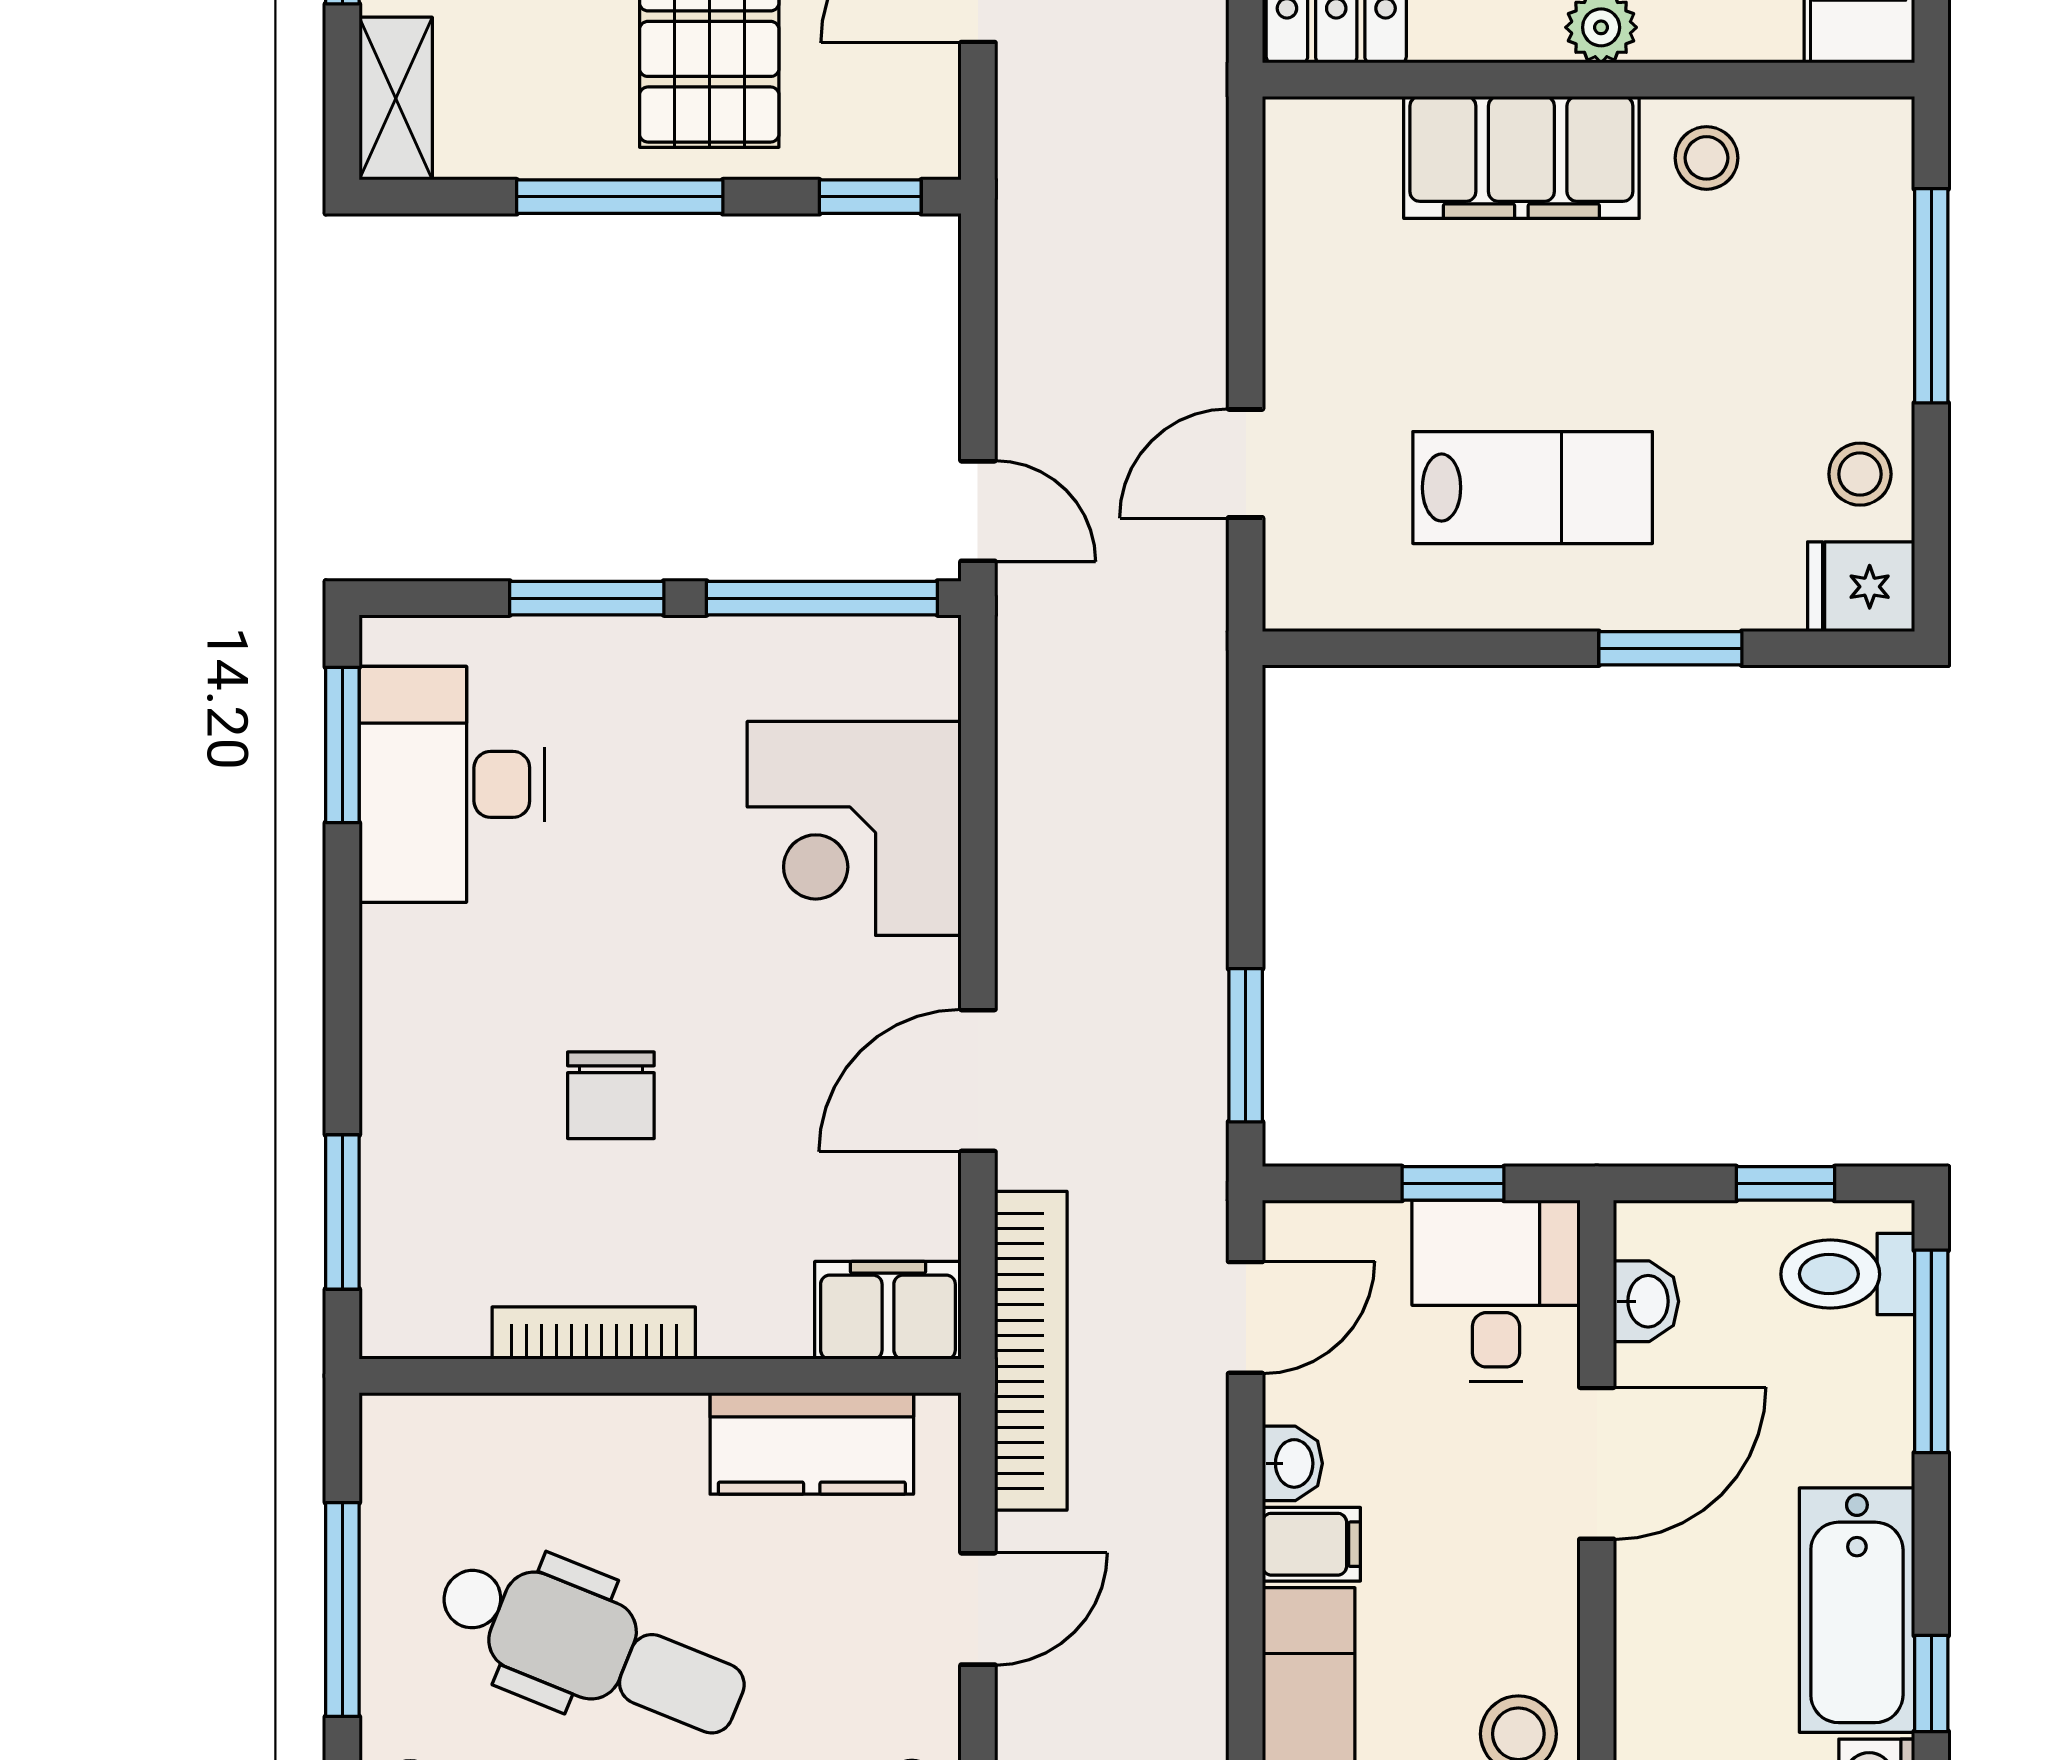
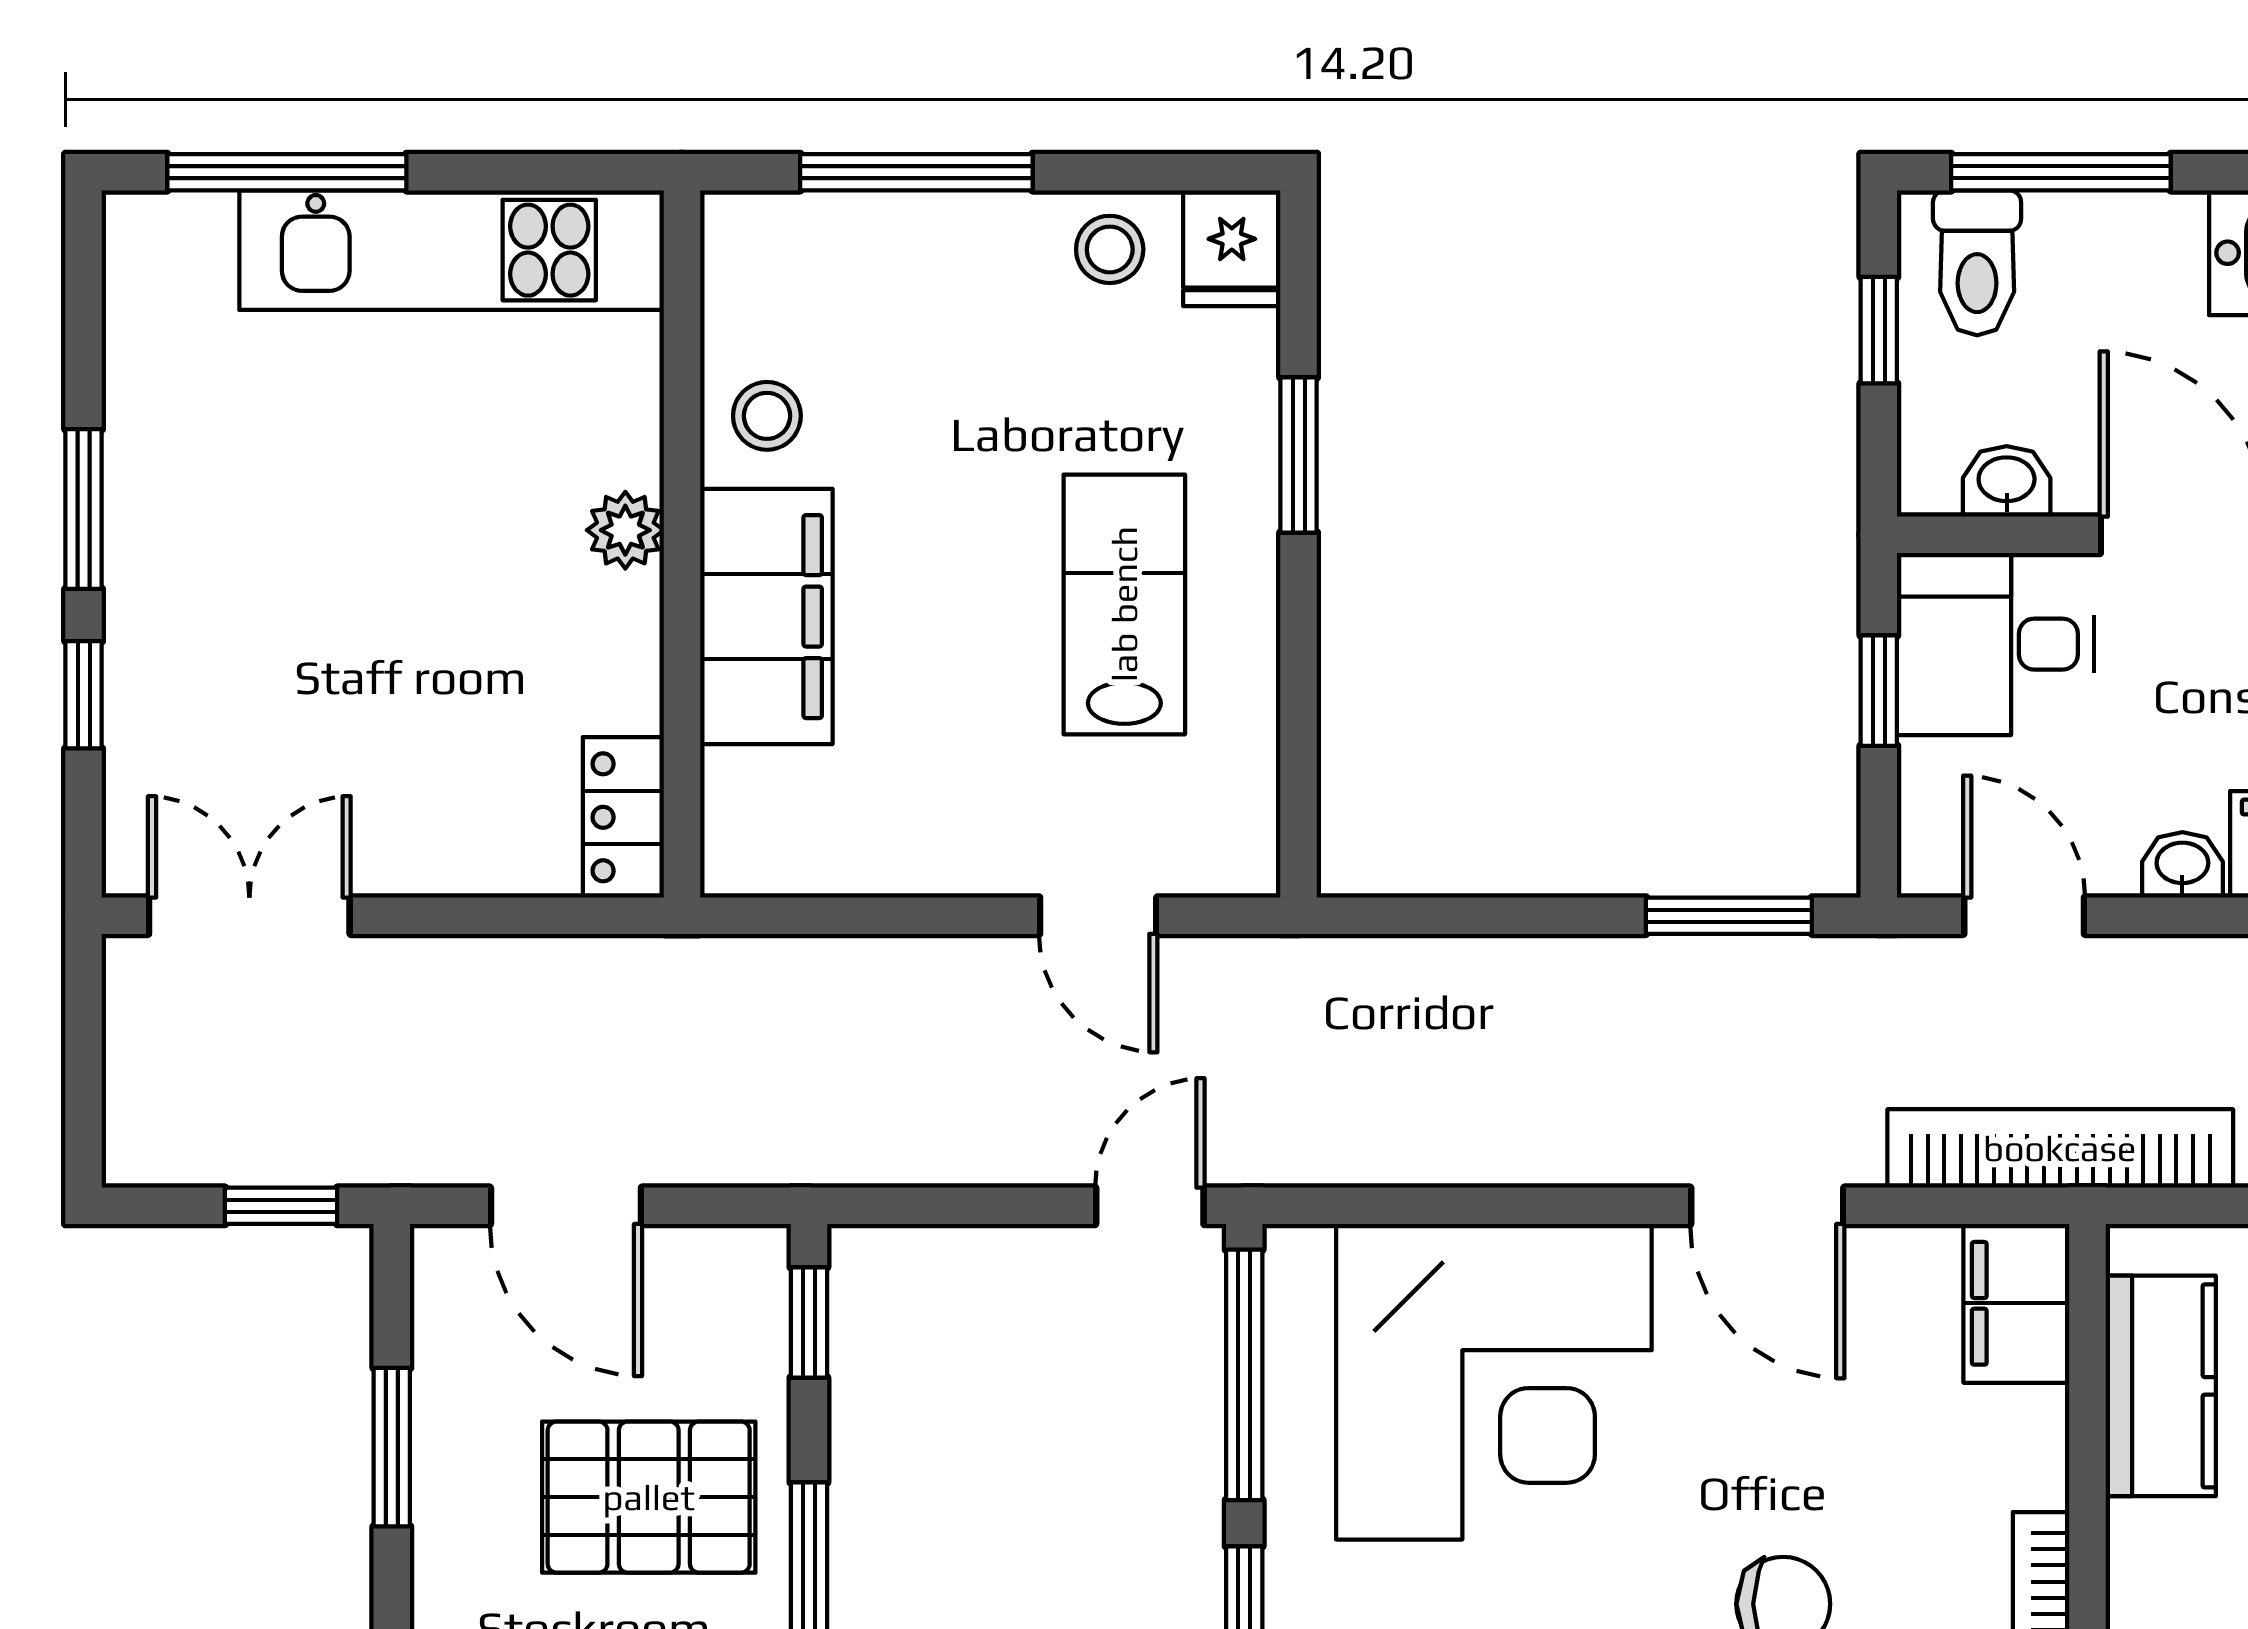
corner desk: (854, 828) -> (1494, 1382), width x1.36, depth x1.36

